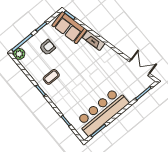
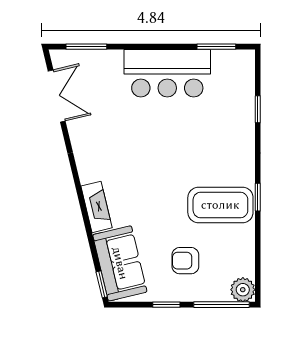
double door: (140, 68) -> (57, 96), swing flipped
coffee table: (51, 77) -> (220, 205), width x1.86, depth x1.72
bar counter: (102, 112) -> (167, 73), width x0.73

